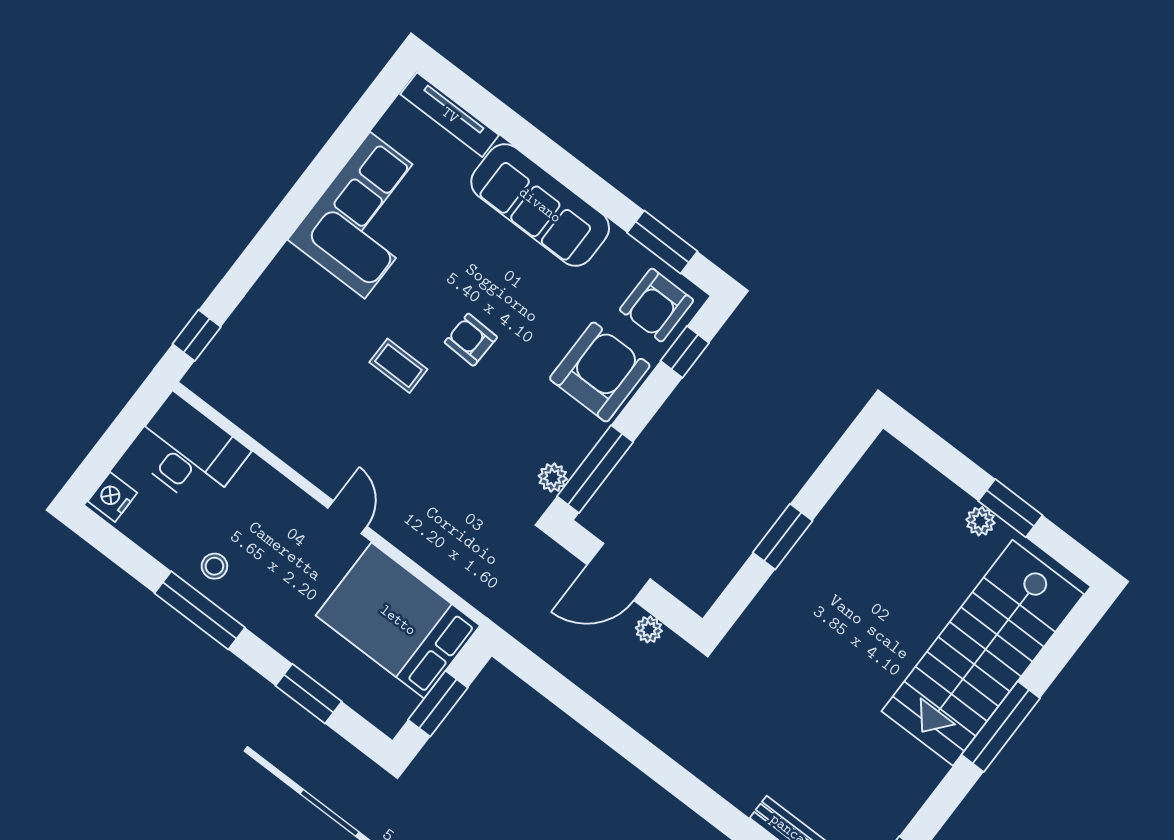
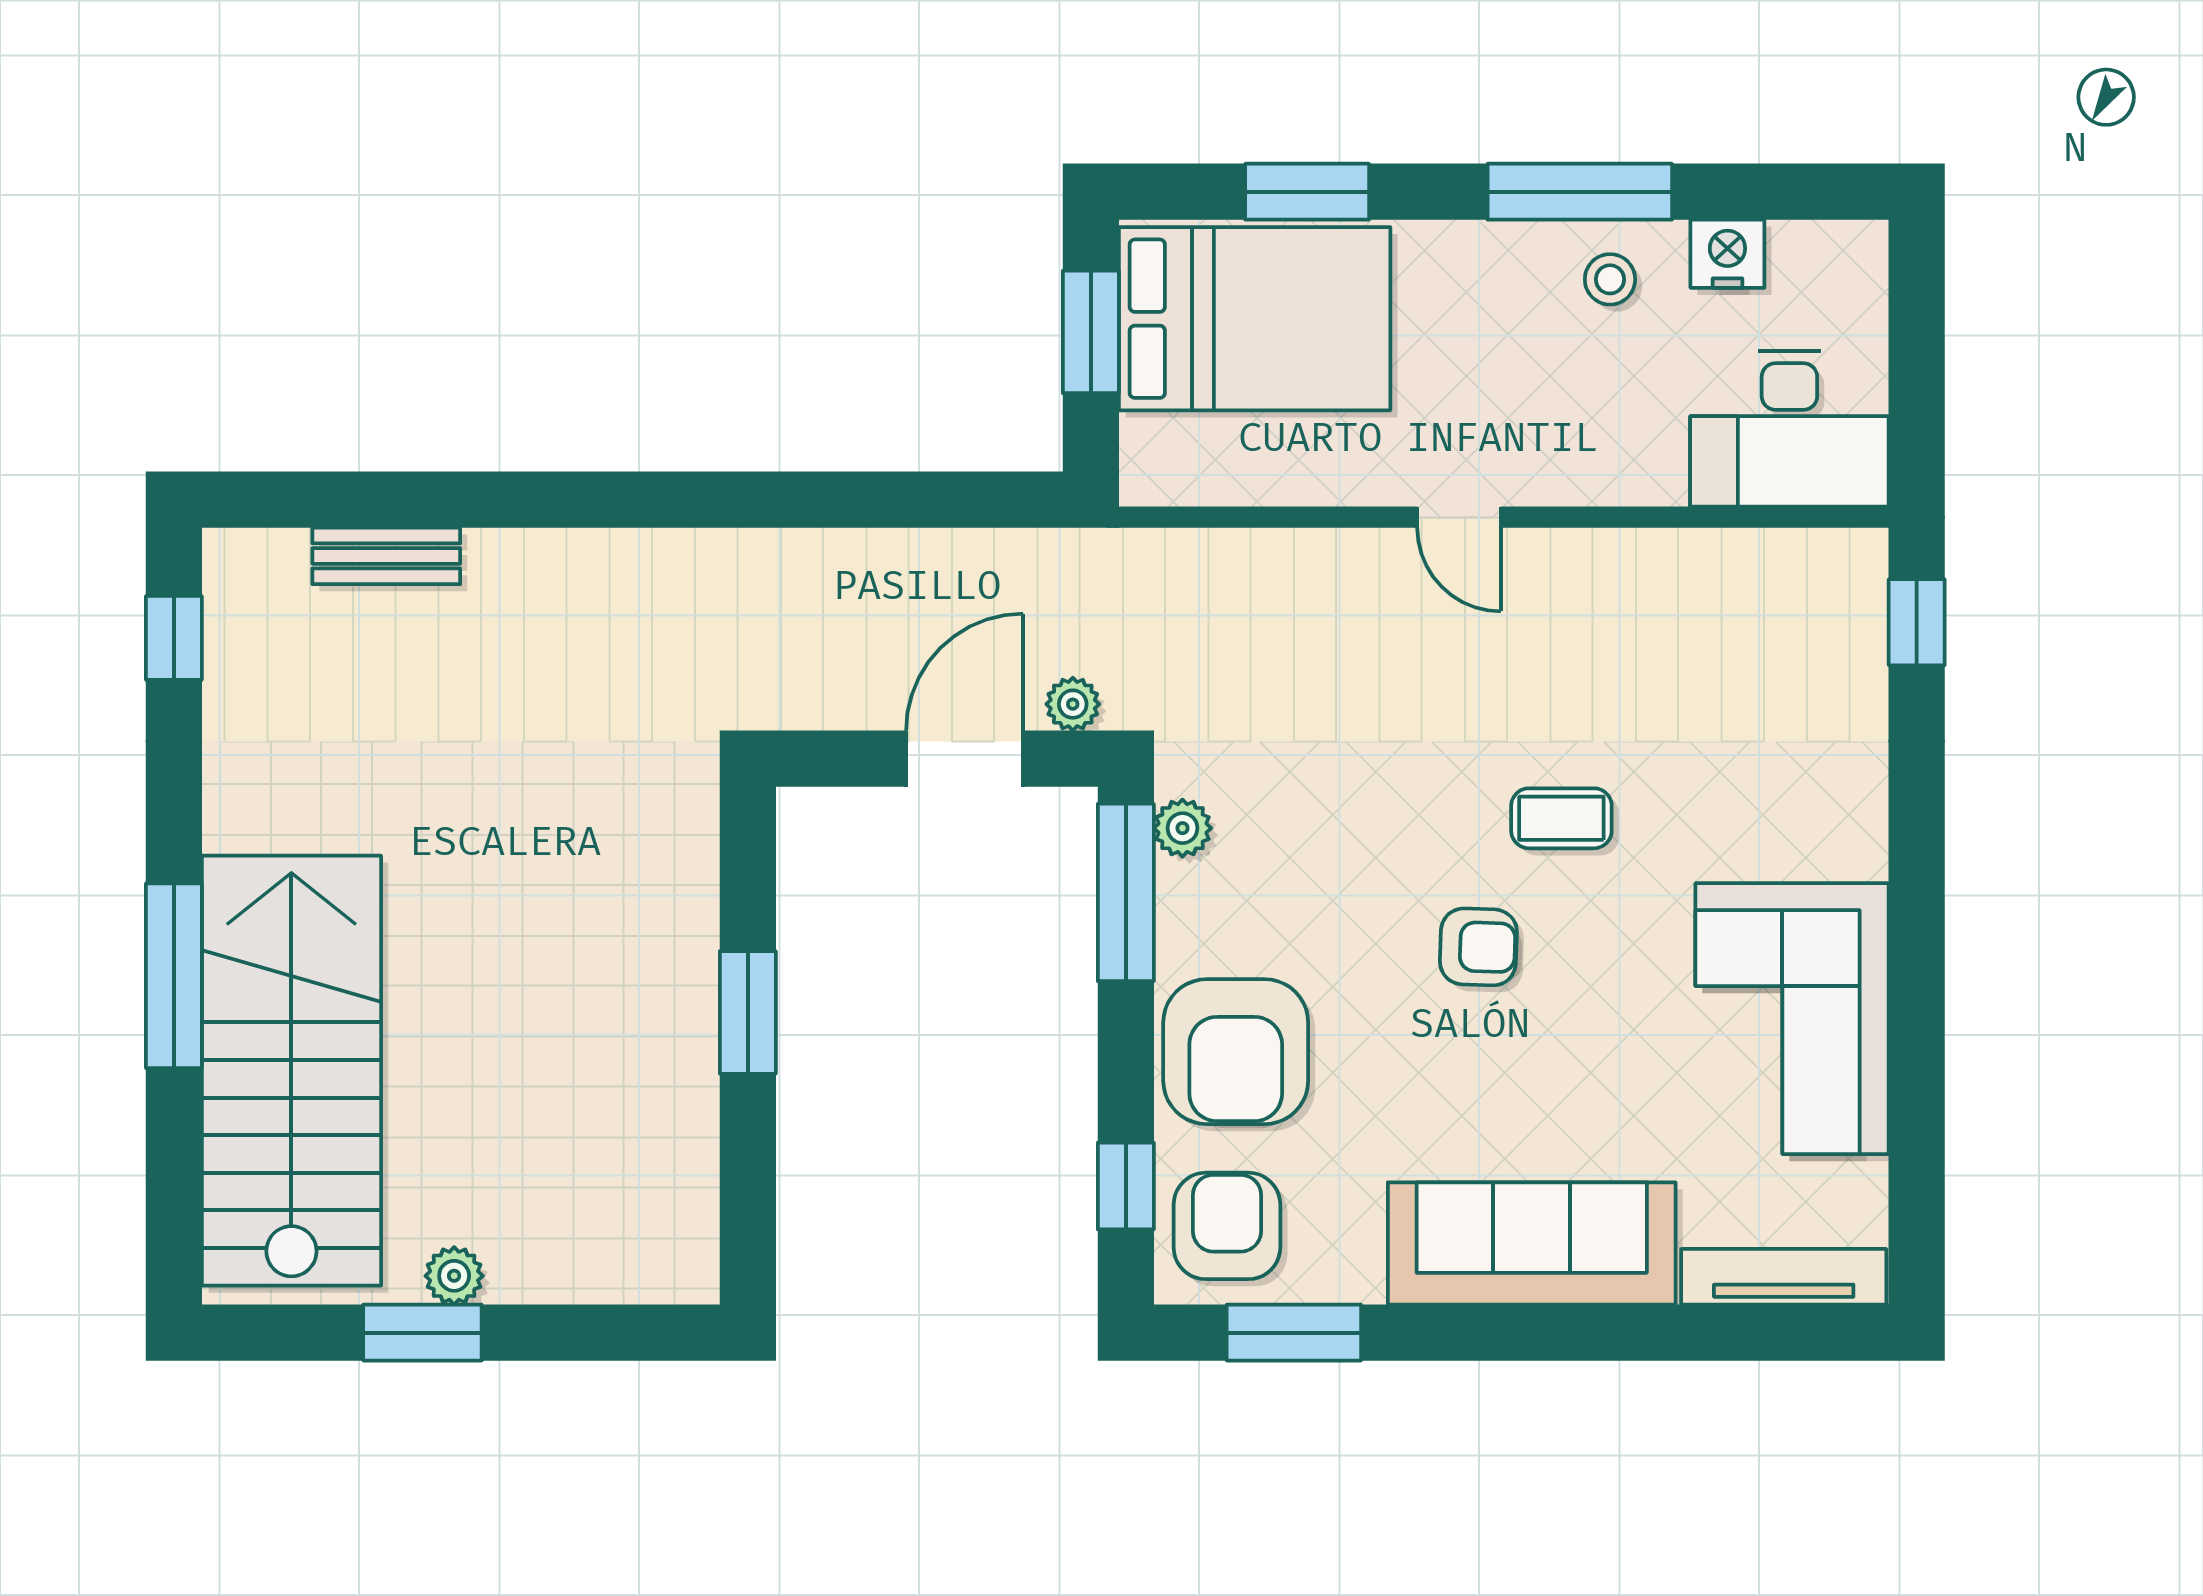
nightstand: (112, 497) -> (1727, 254), moved, turned -90
bed: (398, 620) -> (1255, 319), moved
plant: (649, 629) -> (1073, 704), moved

